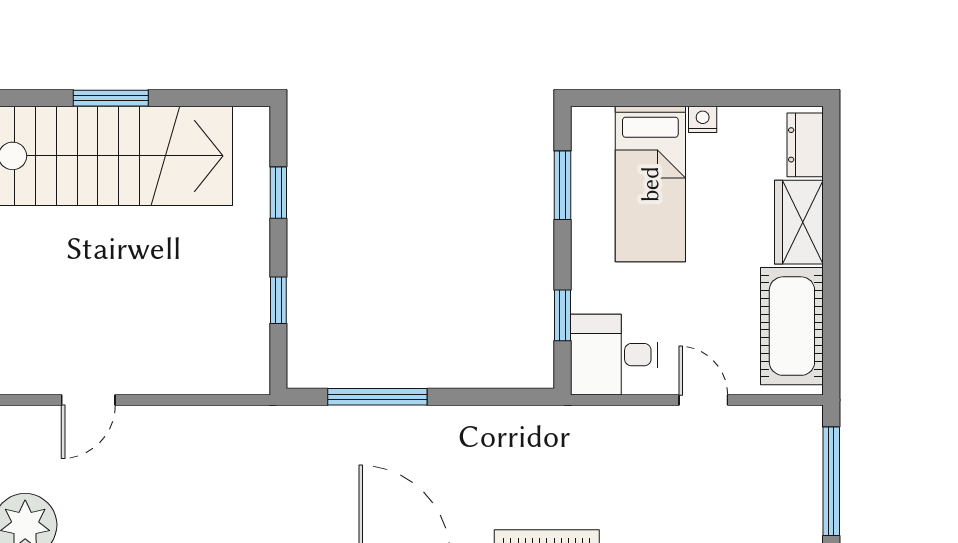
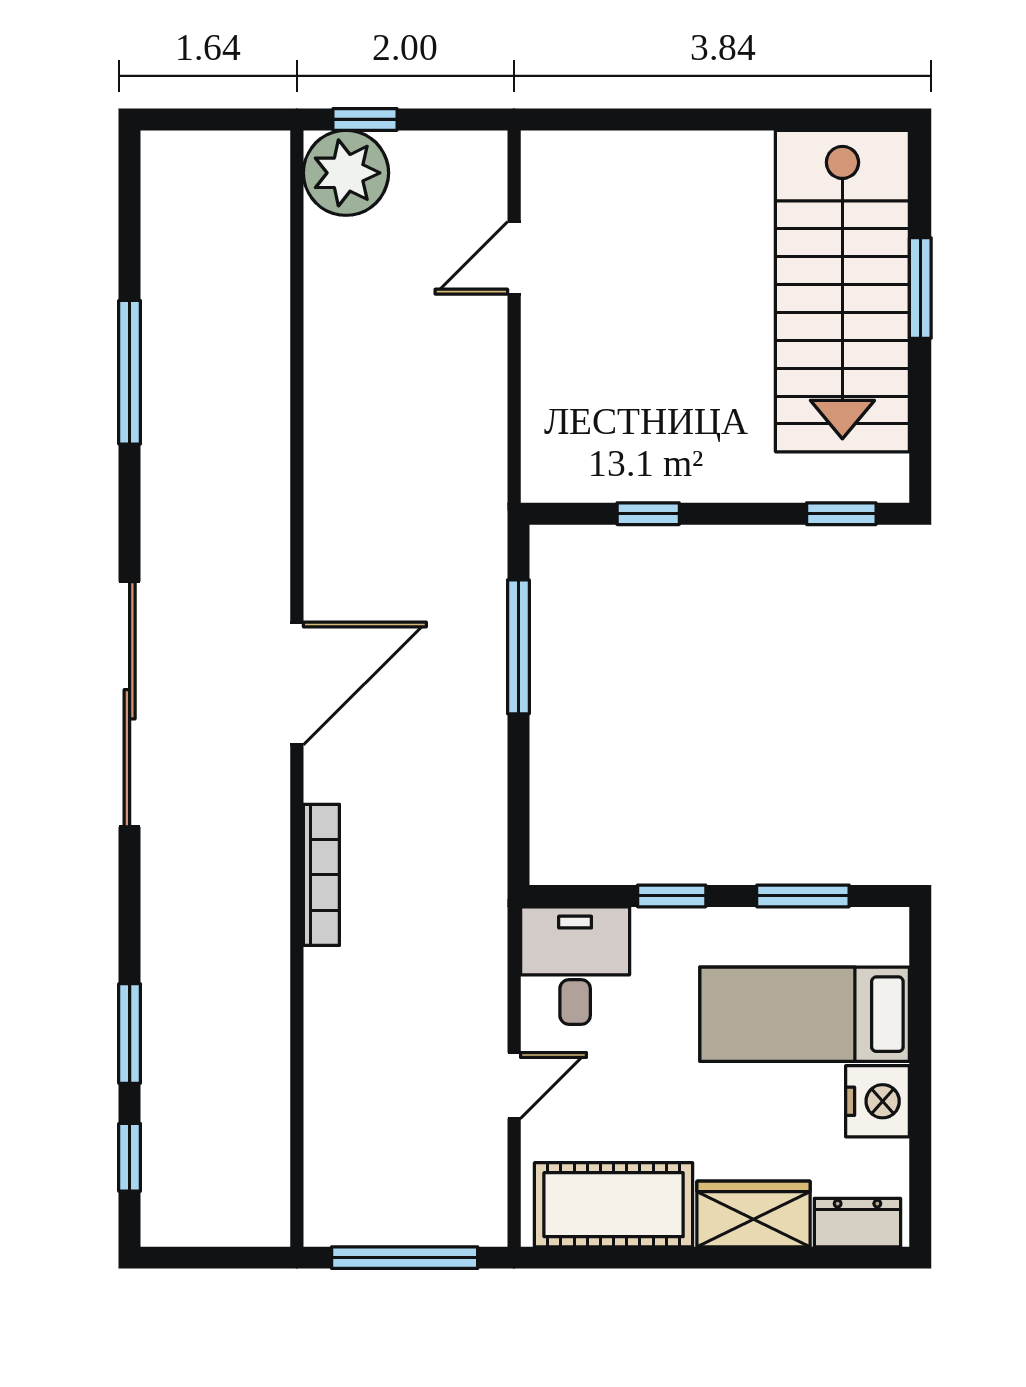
nightstand: (703, 119) -> (878, 1101), width x1.89, depth x1.79
window: (278, 193) -> (841, 514), moved
window: (563, 315) -> (672, 896), moved
door: (88, 400) -> (514, 258), hinge flipped

